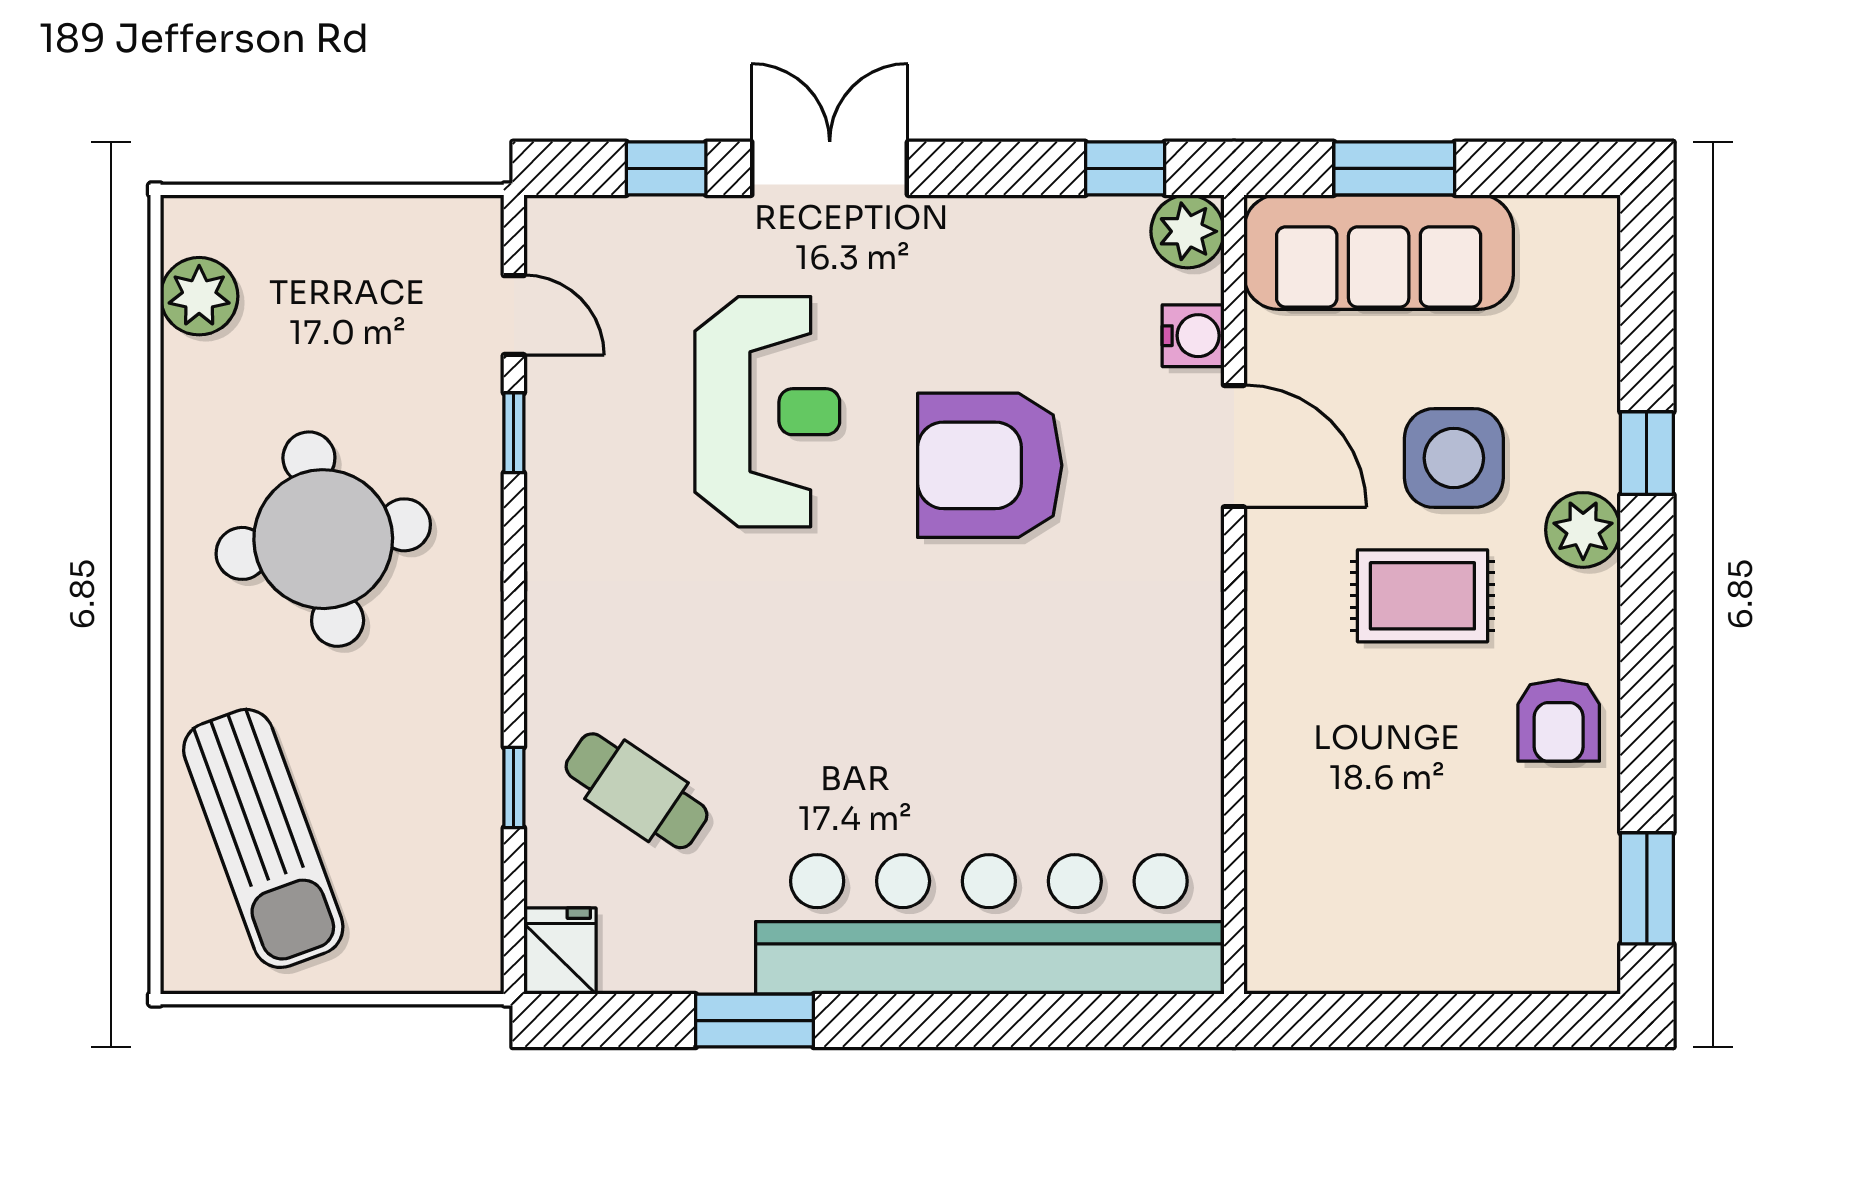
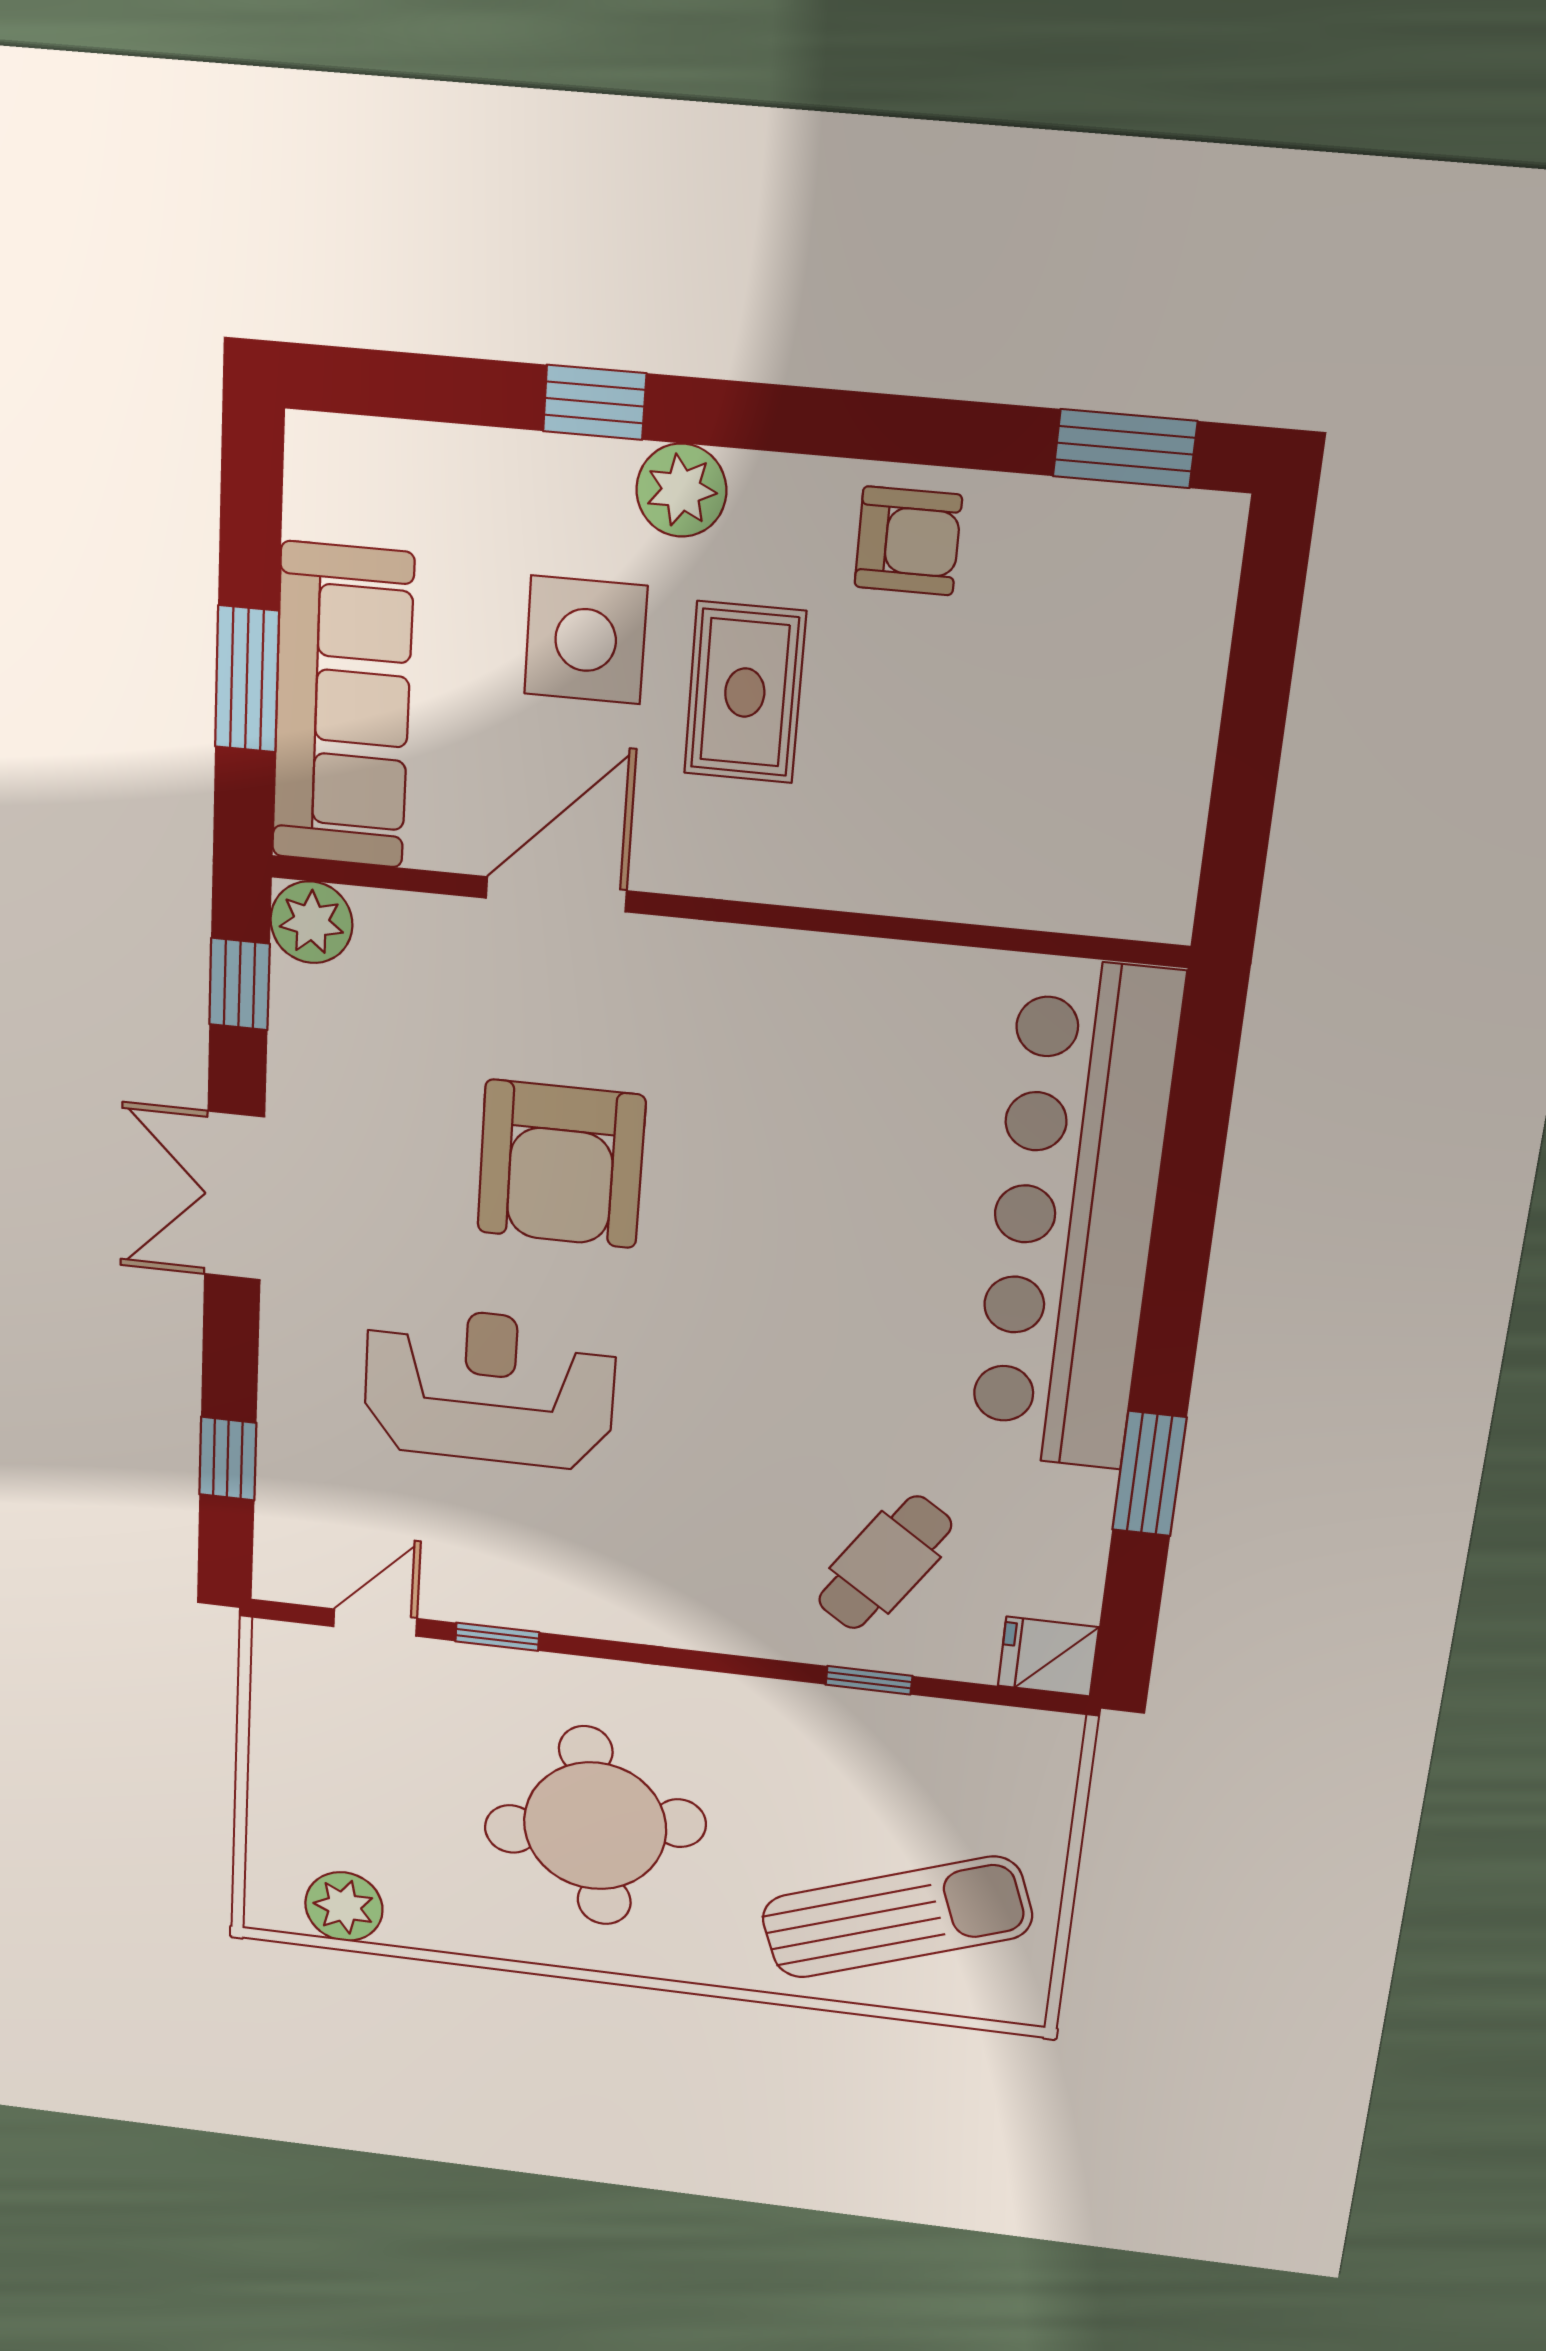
double door: (830, 168) -> (234, 1196), moved
water cooler: (1193, 336) -> (429, 928), removed

